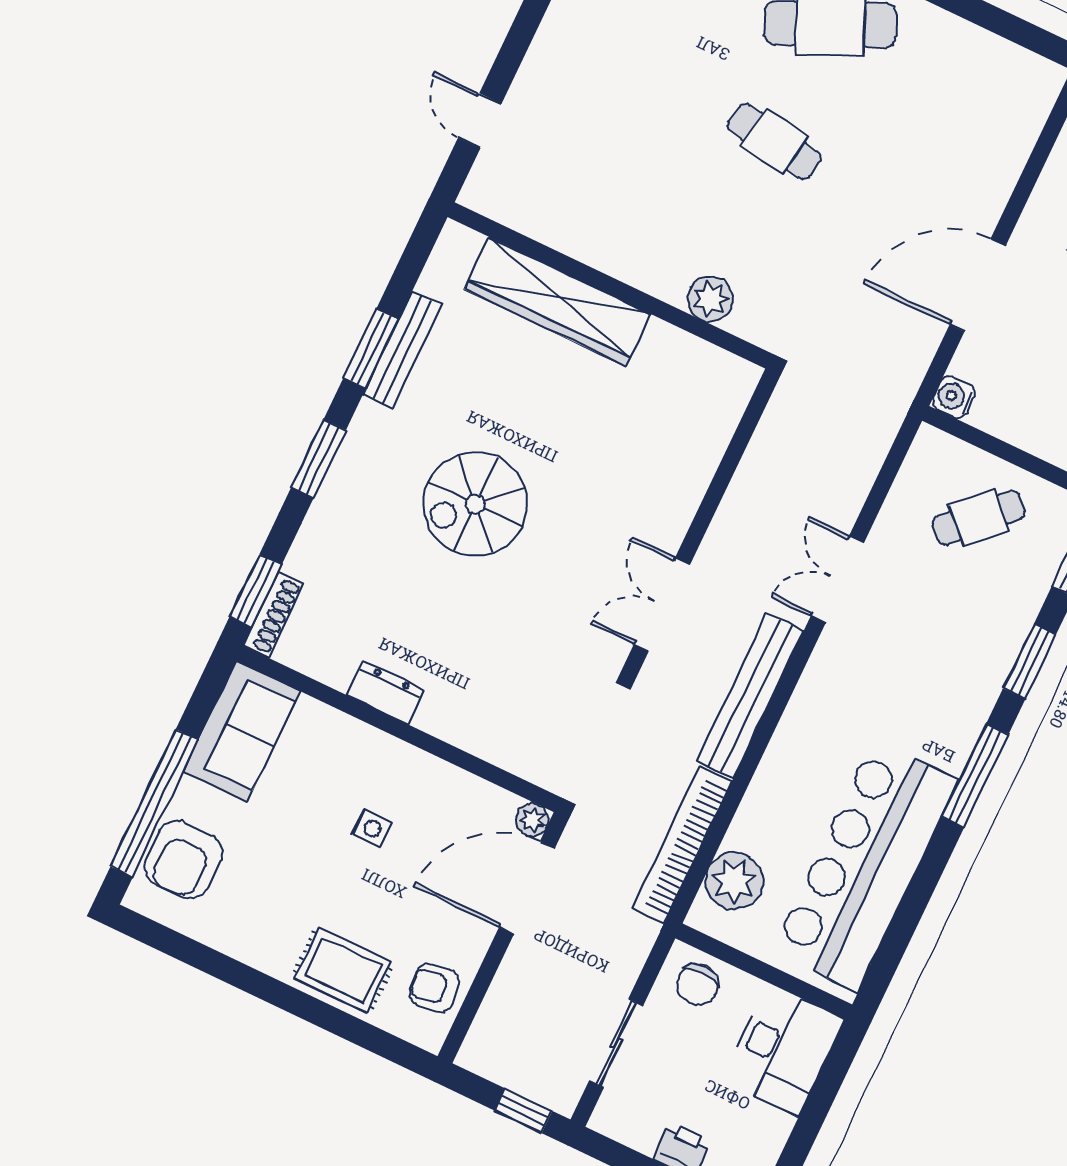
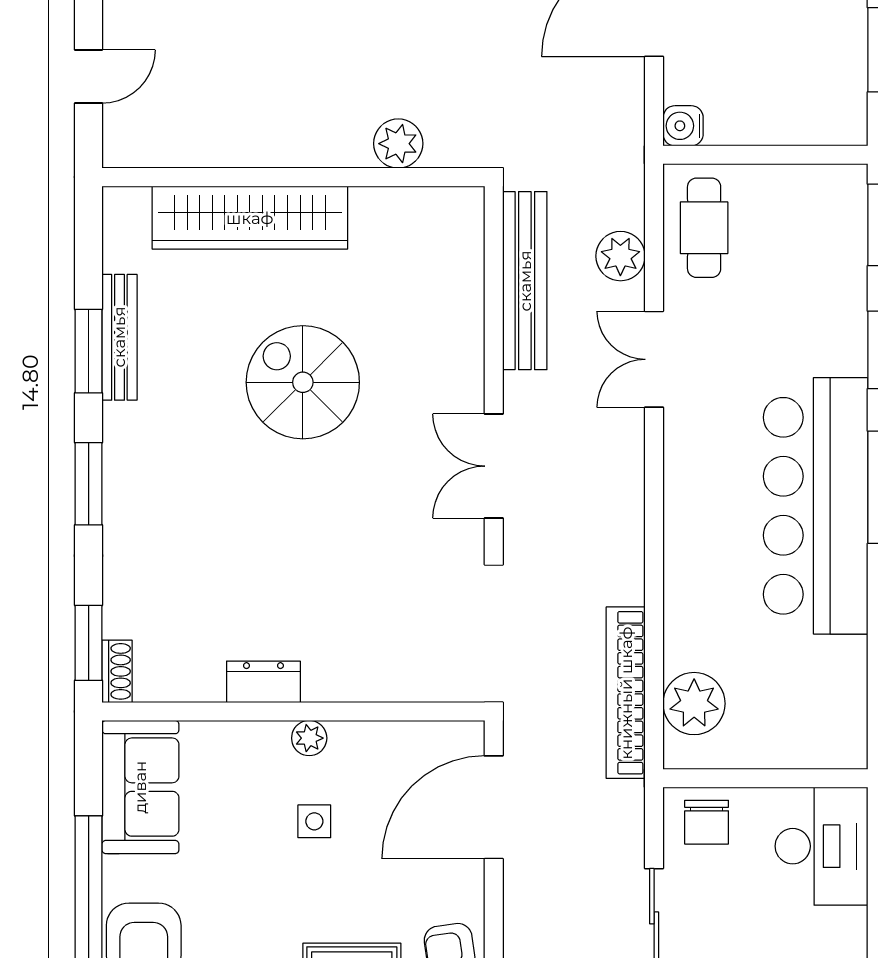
door: (480, 121) -> (89, 76), swing flipped
plant: (850, 480) -> (620, 256), added
spiral stairs: (475, 504) -> (303, 382), moved, turned 90
cafe table: (979, 518) -> (704, 228), moved, turned -45
shoe rack: (273, 615) -> (117, 671), width x0.70
bench: (750, 696) -> (525, 281), moved
plant: (532, 820) -> (309, 738), moved
bar counter: (865, 866) -> (816, 506), moved

